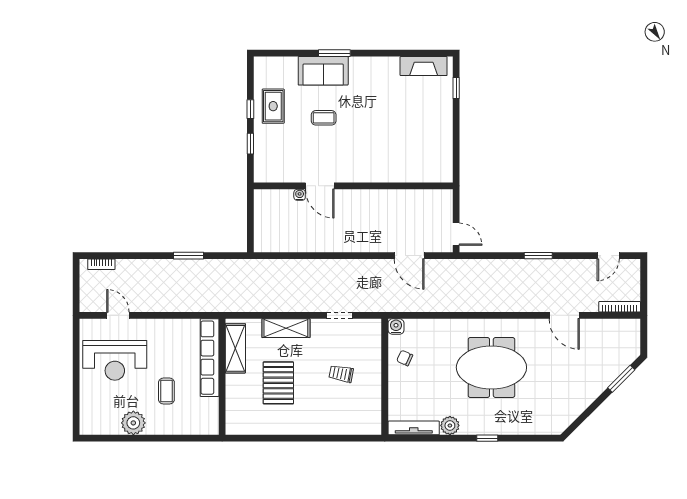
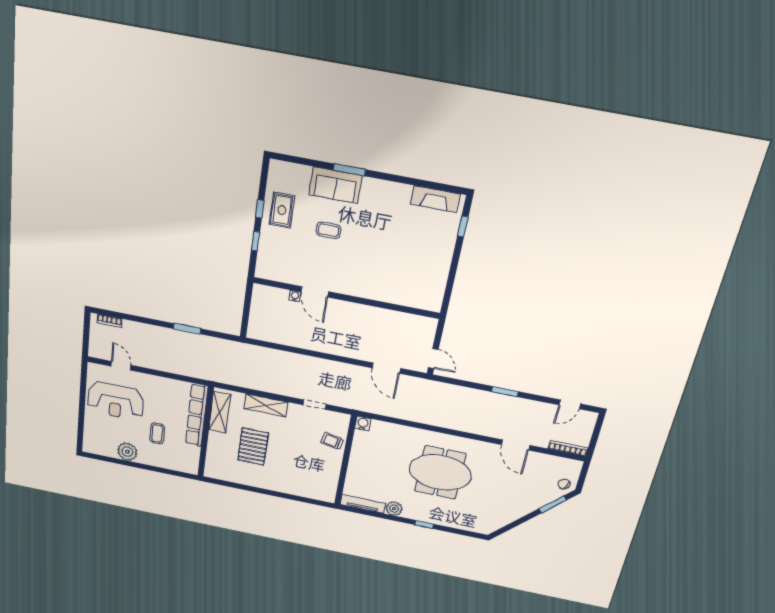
chair: (405, 358) -> (564, 484), moved
trolley: (341, 374) -> (332, 441), moved

